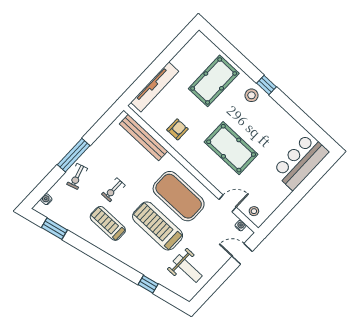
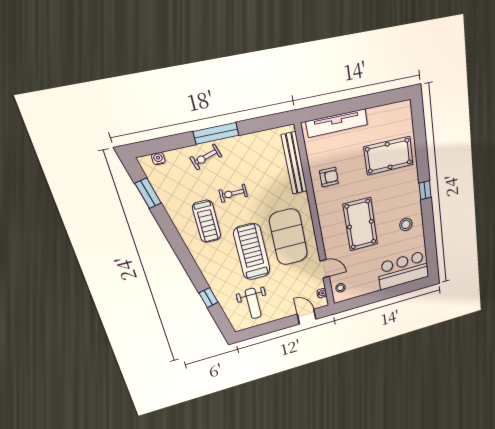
stool: (251, 95) -> (406, 224), moved
treadmill: (108, 223) -> (207, 221), turned 180

